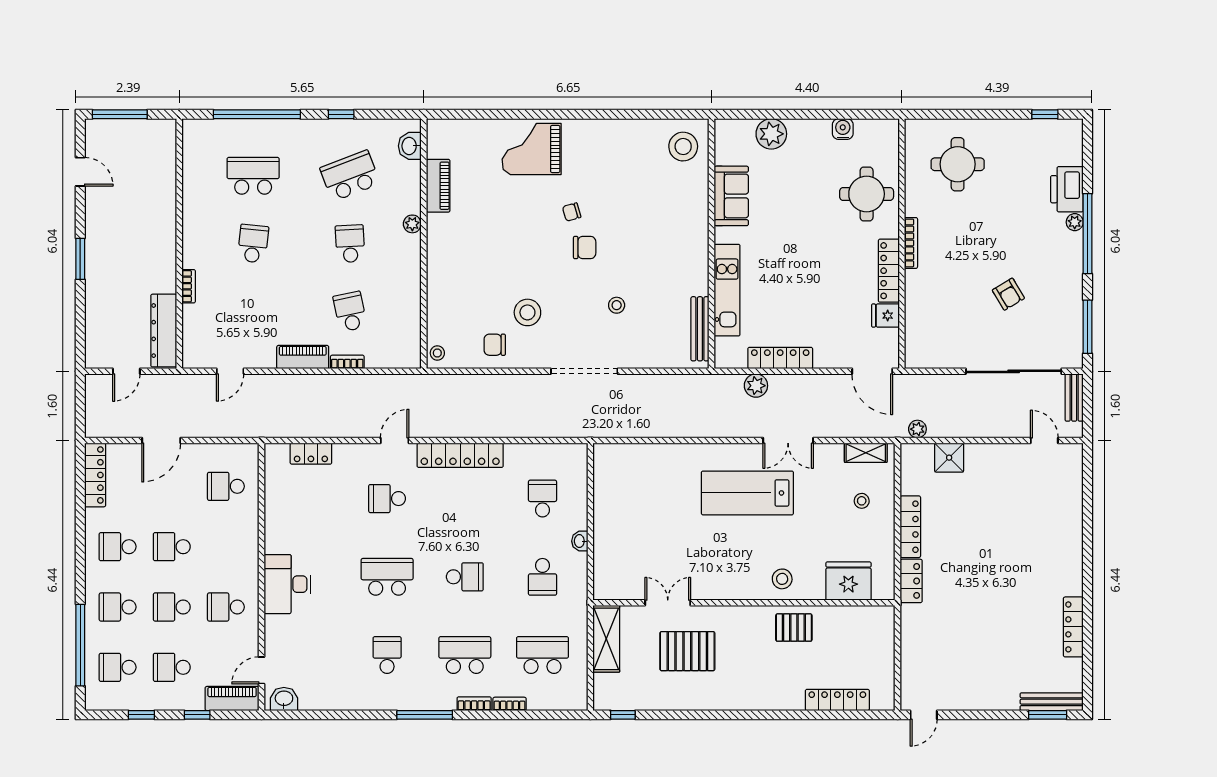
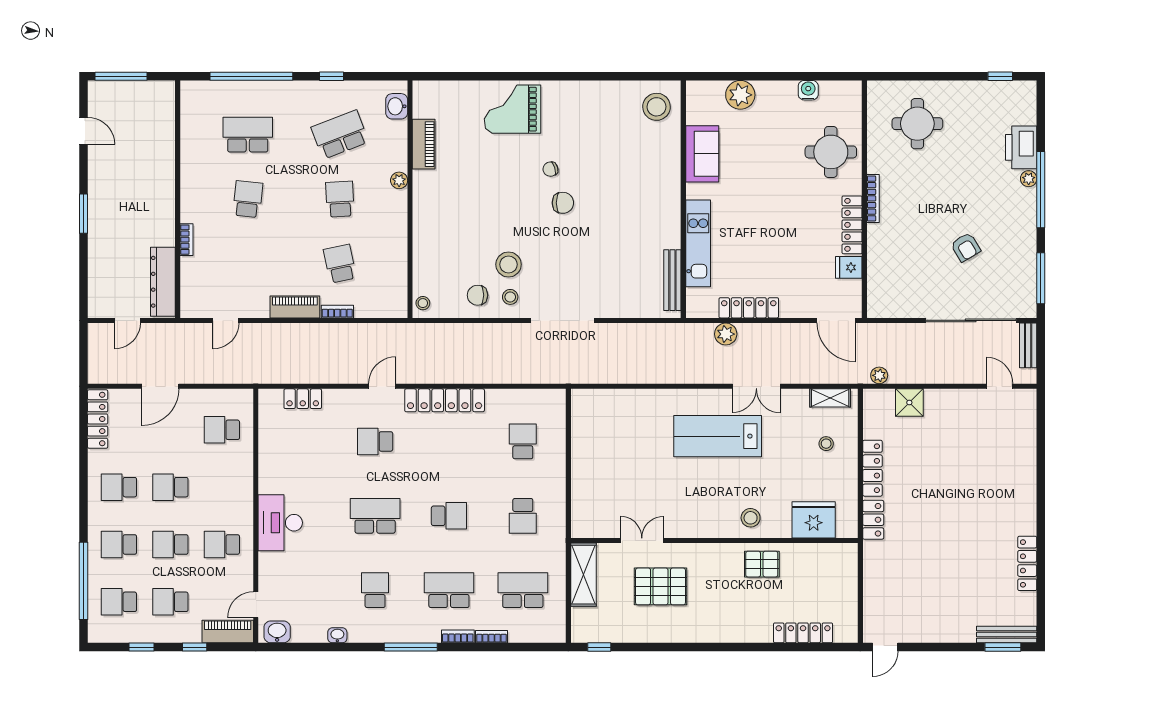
stool: (617, 305) -> (510, 297), moved
washbasin: (580, 541) -> (337, 635), moved, turned 90

